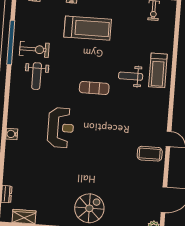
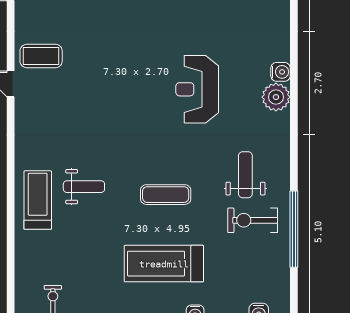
exercise mat: (94, 88) -> (166, 195), moved
plant: (15, 120) -> (276, 97), added

